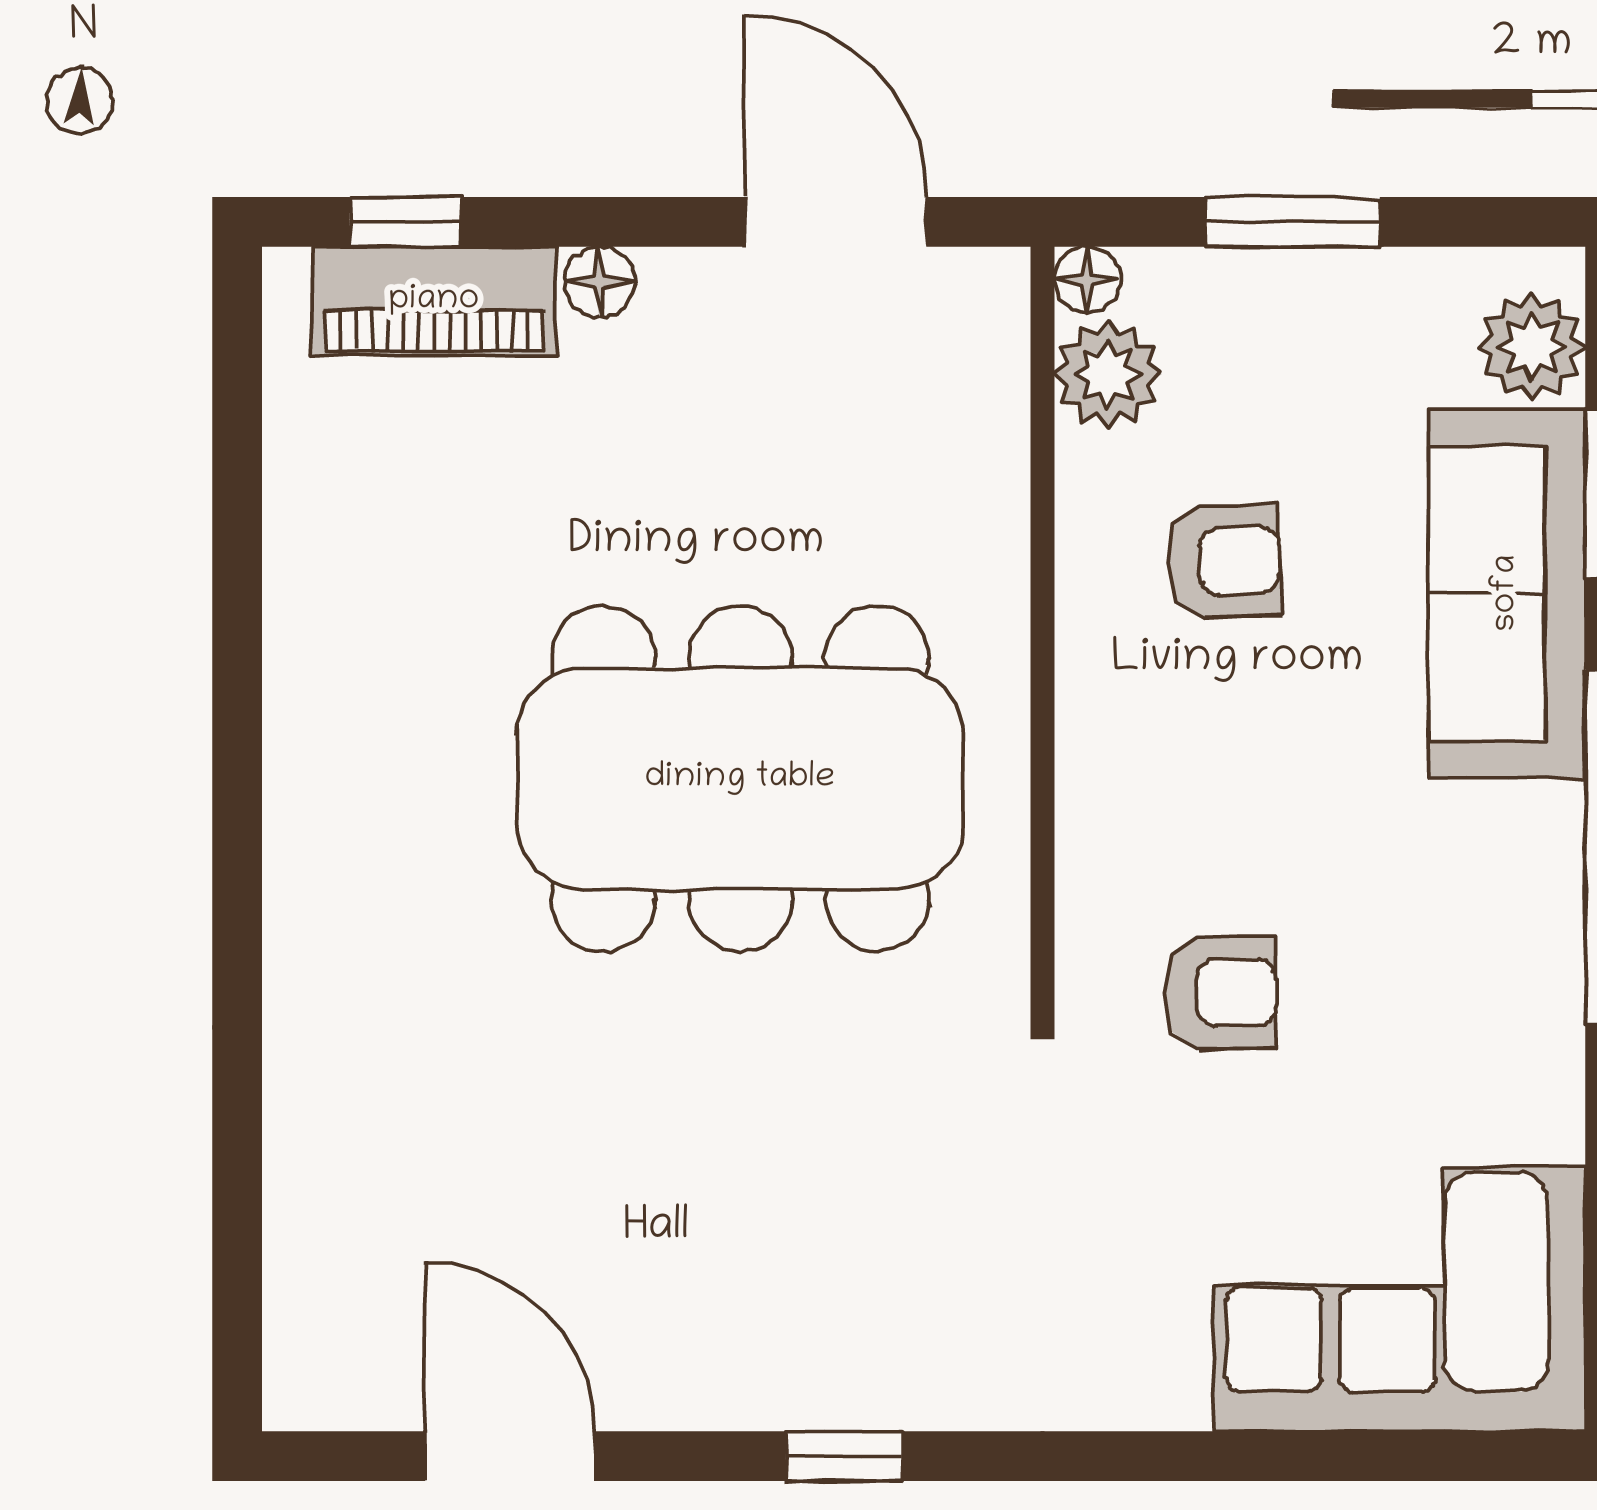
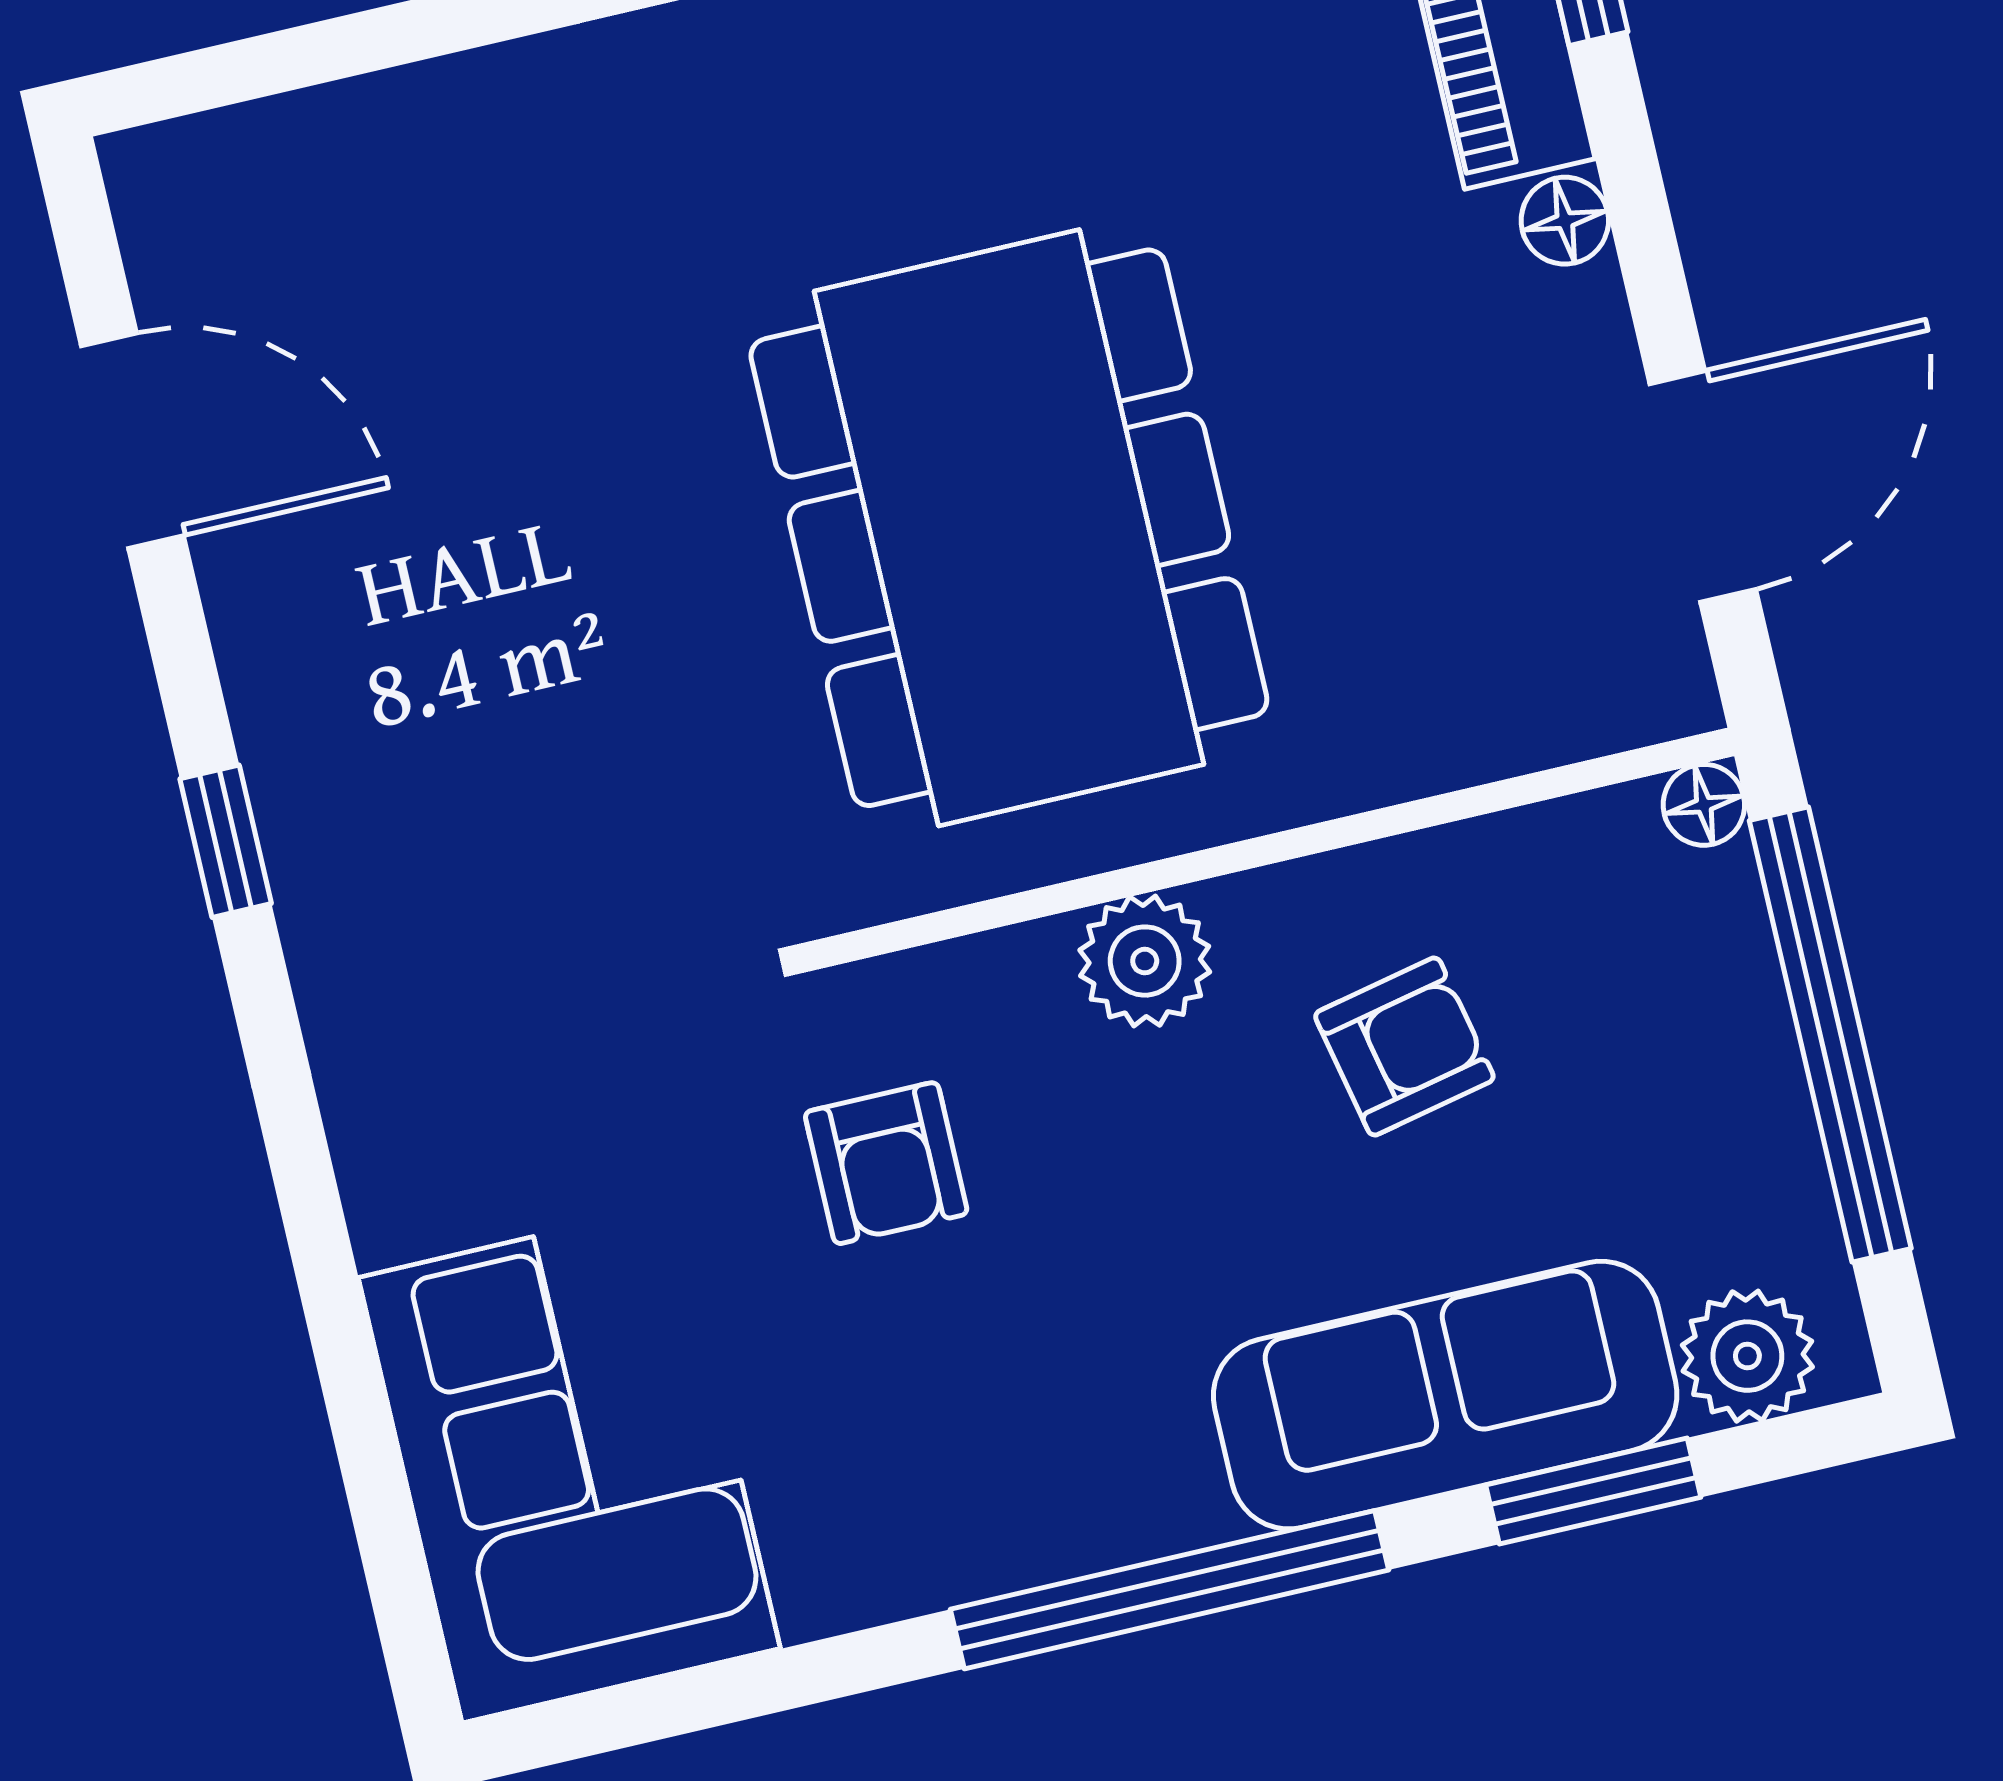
window: (1292, 222) -> (1830, 1035), width x2.11
plant: (1108, 374) -> (1145, 961), moved
armchair: (1224, 561) -> (1404, 1047), turned -100
door: (510, 1456) -> (132, 441), hinge flipped

